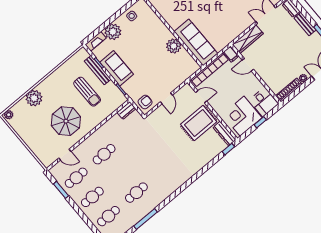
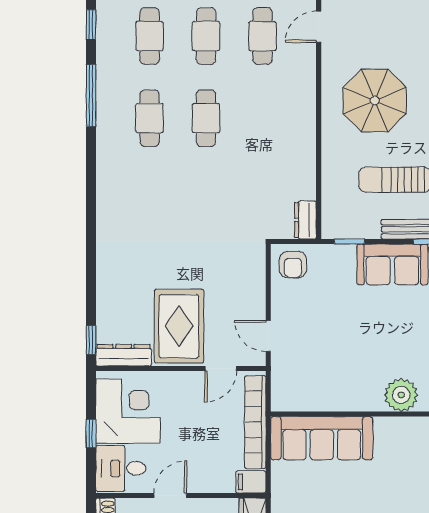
plant: (174, 46) -> (401, 395), moved
door: (248, 65) -> (170, 496), moved
door: (166, 98) -> (268, 336), moved
cafe table: (104, 154) -> (206, 118), moved
door: (65, 155) -> (319, 27), moved

